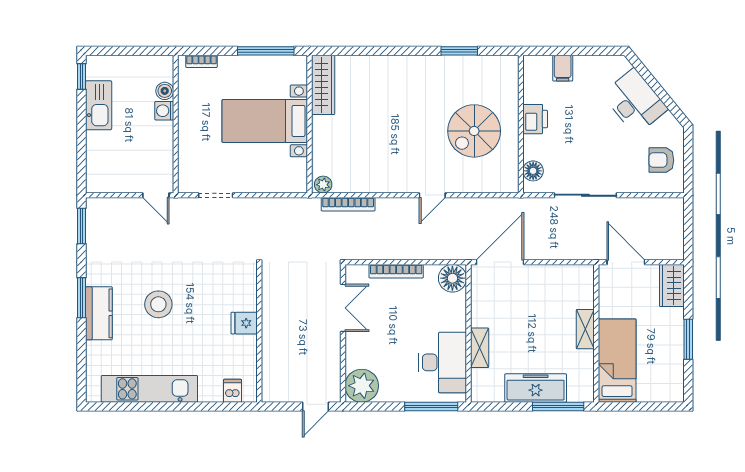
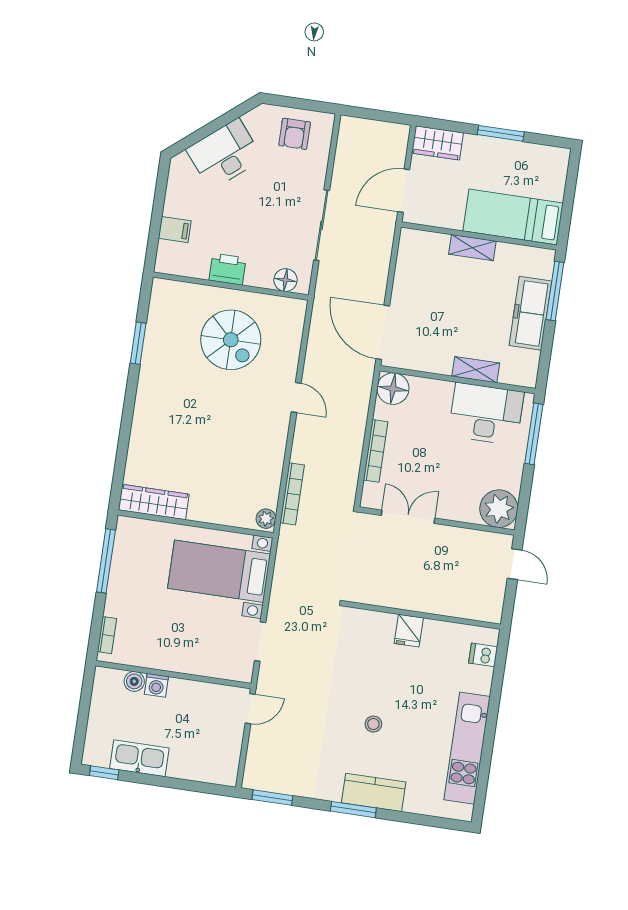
bed with nightstands: (265, 121) -> (219, 571), moved, turned 90
stool: (158, 304) -> (373, 724), width x0.53, depth x0.53

